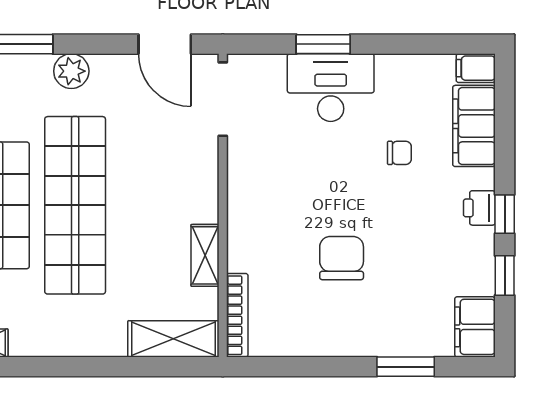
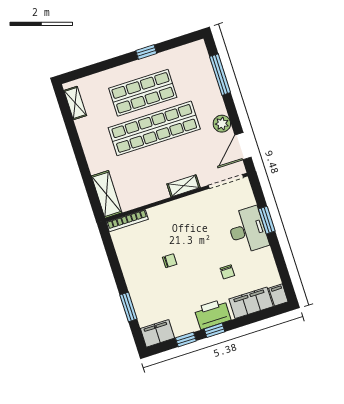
plant: (71, 71) -> (222, 124), moved
printer: (479, 208) -> (213, 314), width x1.87, depth x1.48
shelving: (205, 255) -> (184, 186), moved
chair: (342, 258) -> (170, 261), width x0.54, depth x0.54

